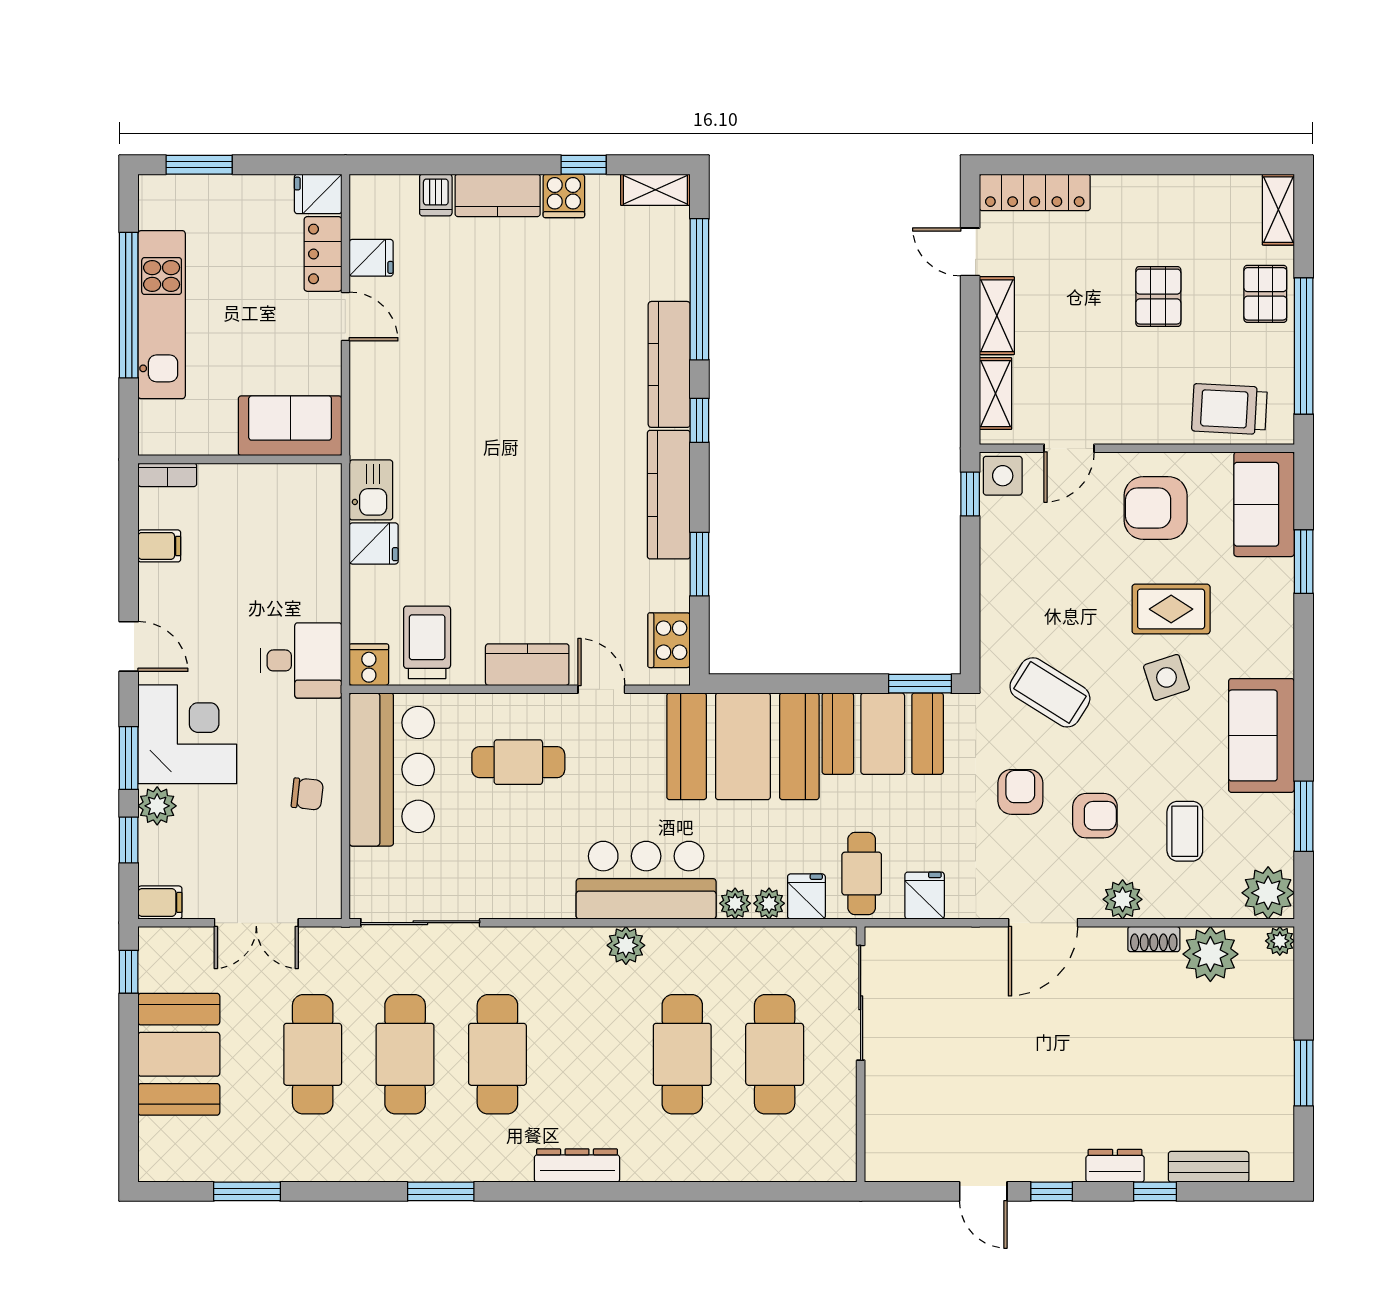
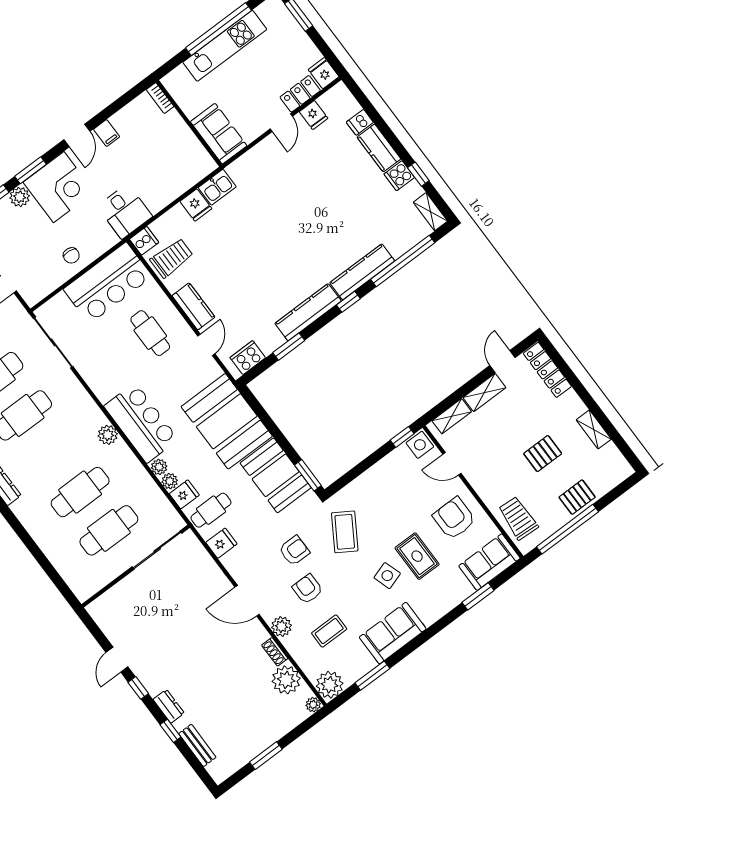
shelving: (1278, 210) -> (594, 429), moved, turned 90
filing cabinet: (159, 546) -> (107, 133), moved
armchair: (1095, 816) -> (308, 589), turned 180

